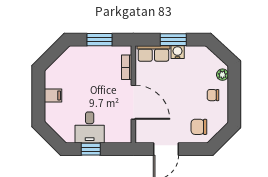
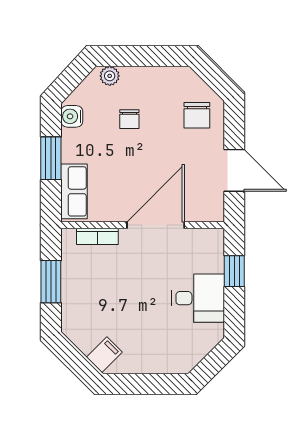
water cooler: (178, 52) -> (72, 116), moved
filing cabinet: (53, 95) -> (104, 355), moved, turned 45
chair: (213, 95) -> (129, 119), moved
window: (91, 149) -> (234, 271), moved

